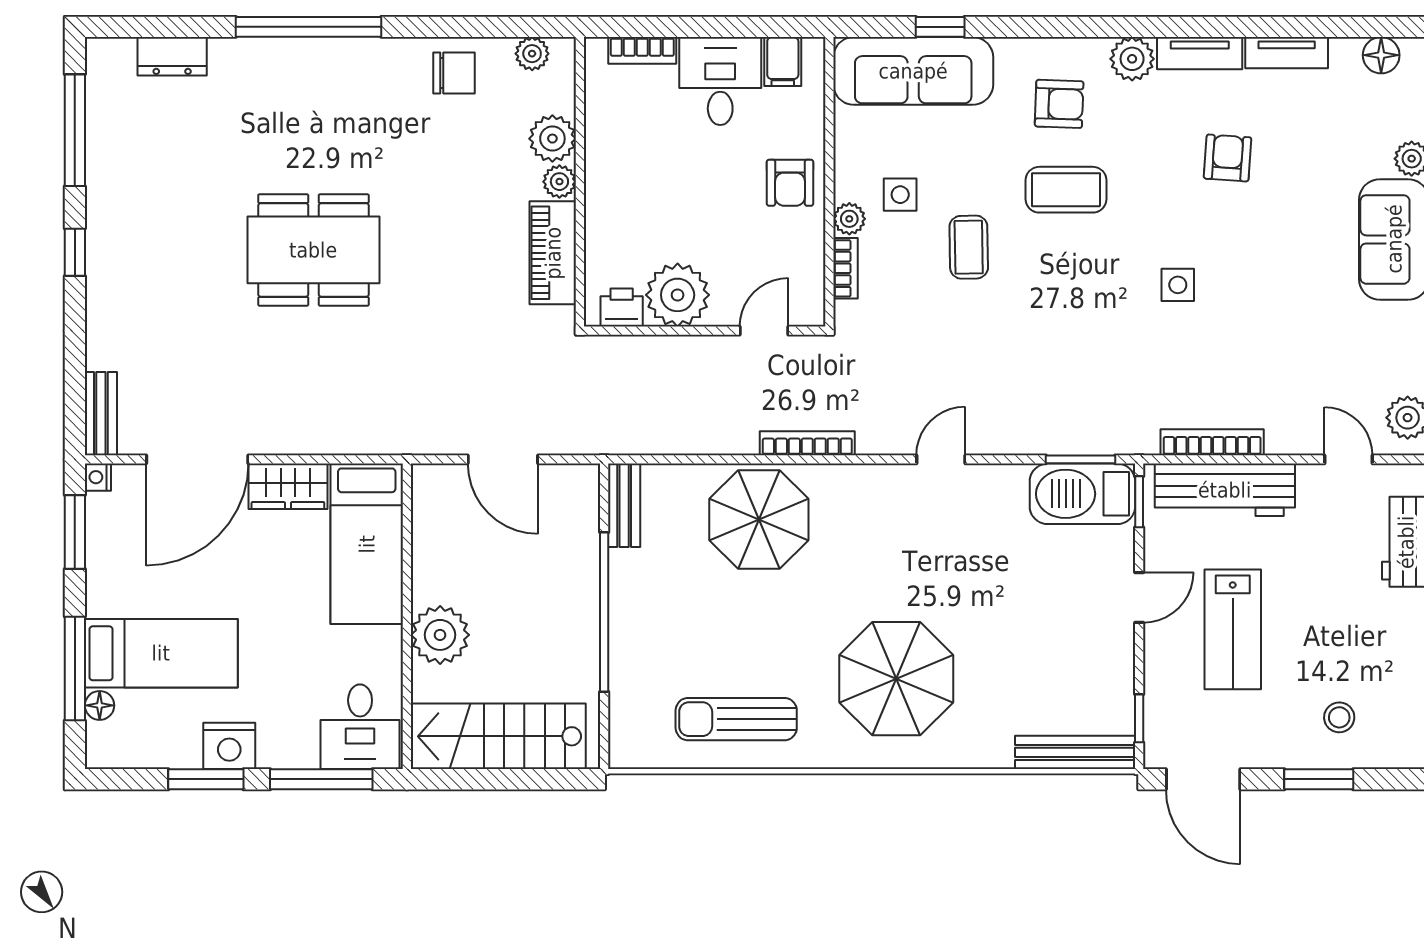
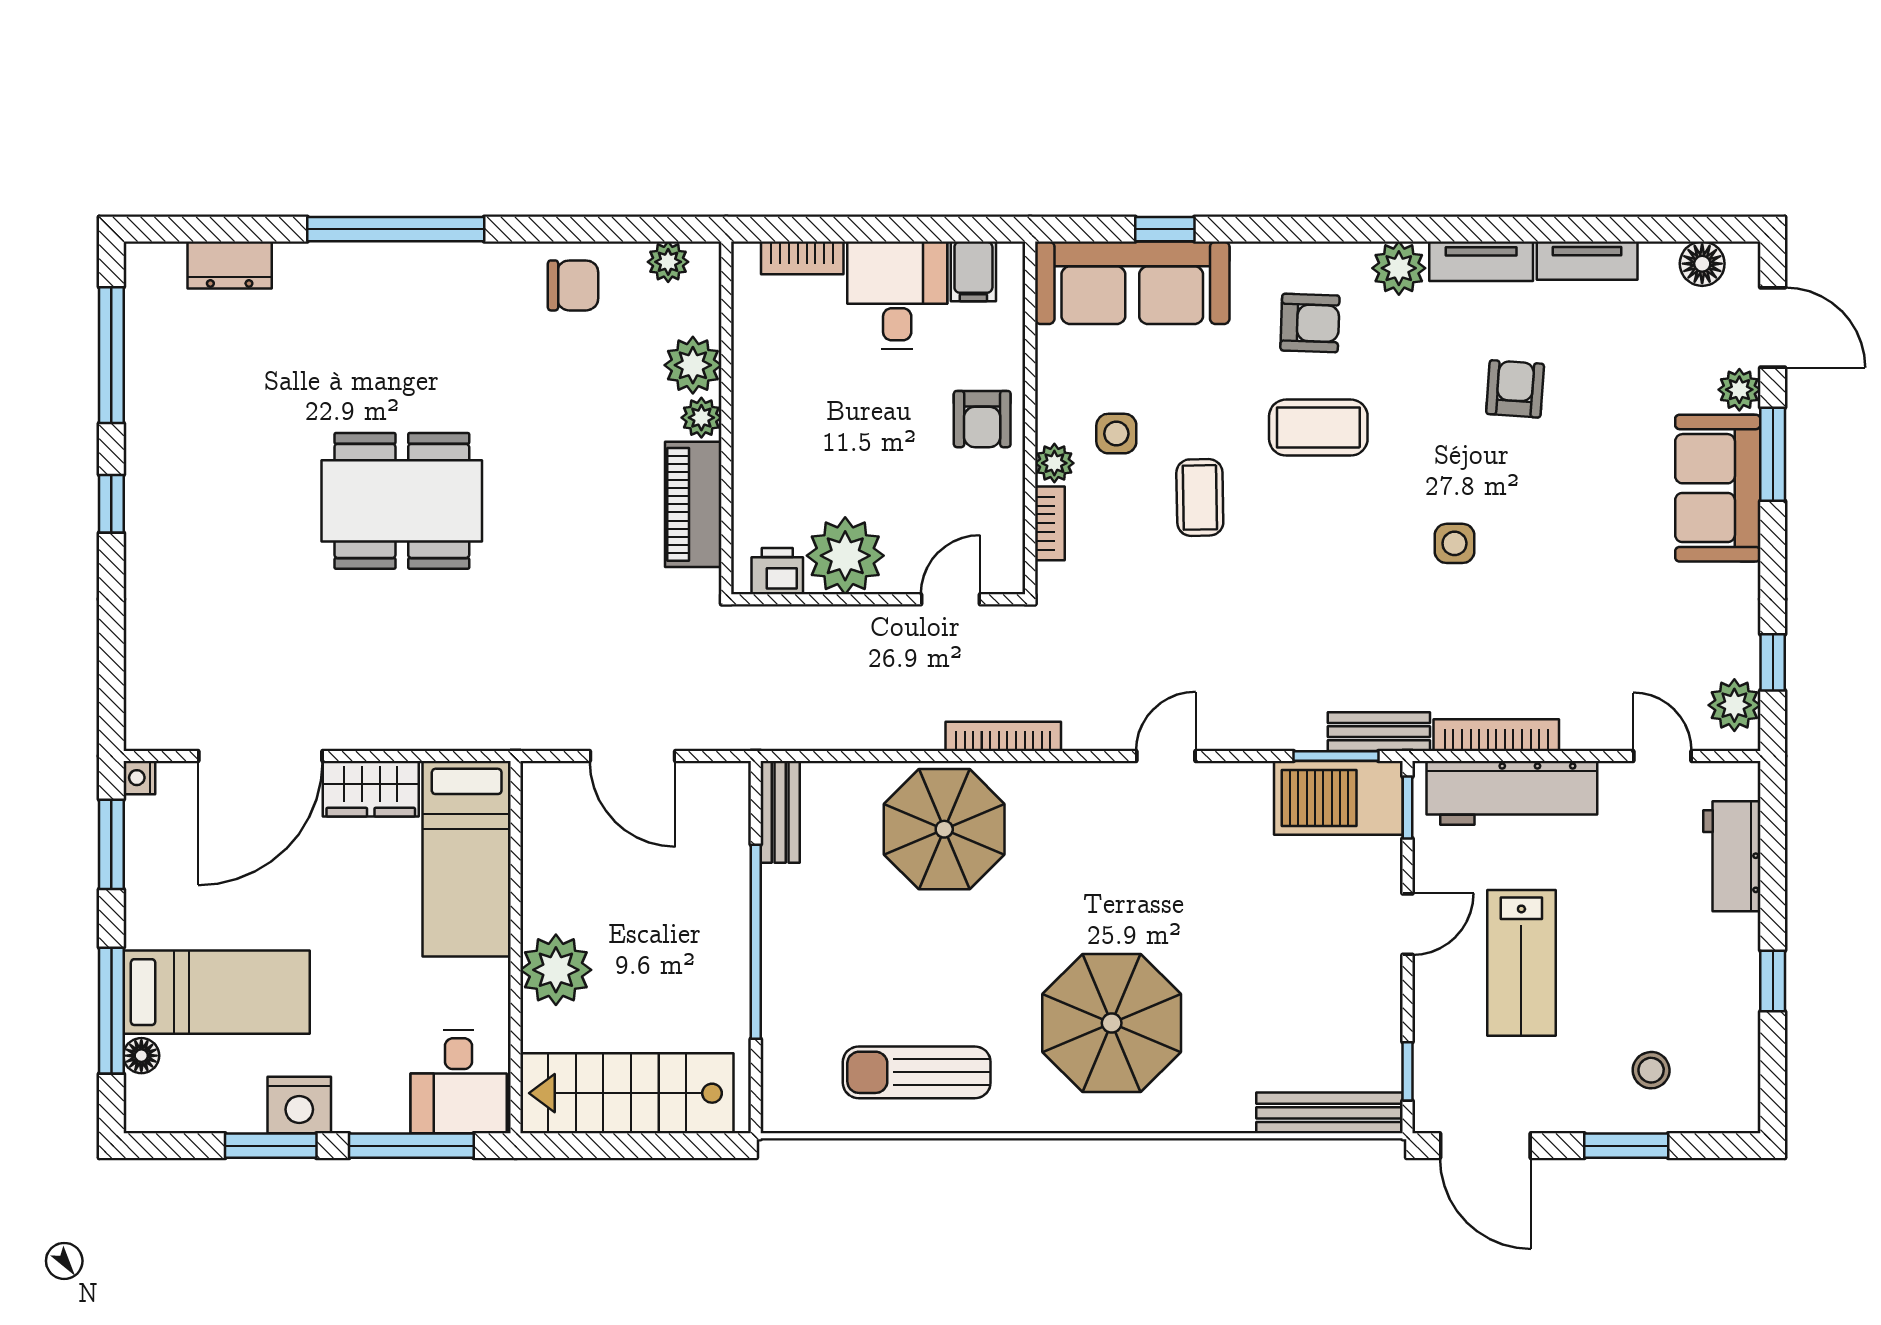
bench: (101, 414) -> (1379, 732), moved, turned 90

